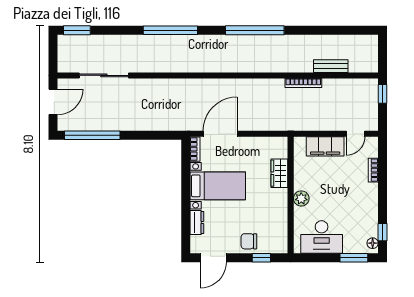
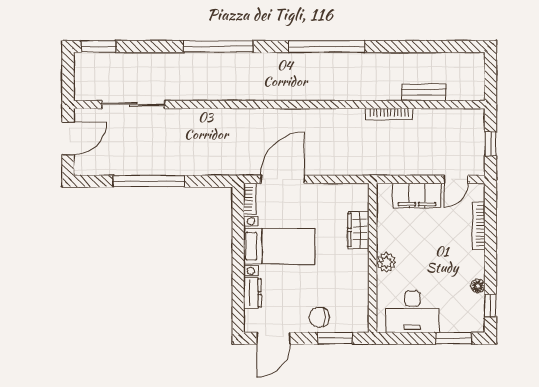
window: (382, 94) -> (490, 144), moved
window: (92, 135) -> (149, 181), moved
bookcase: (373, 170) -> (479, 226), width x1.56
floor lamp: (373, 243) -> (478, 286), moved
window: (261, 258) -> (335, 338), width x1.50

